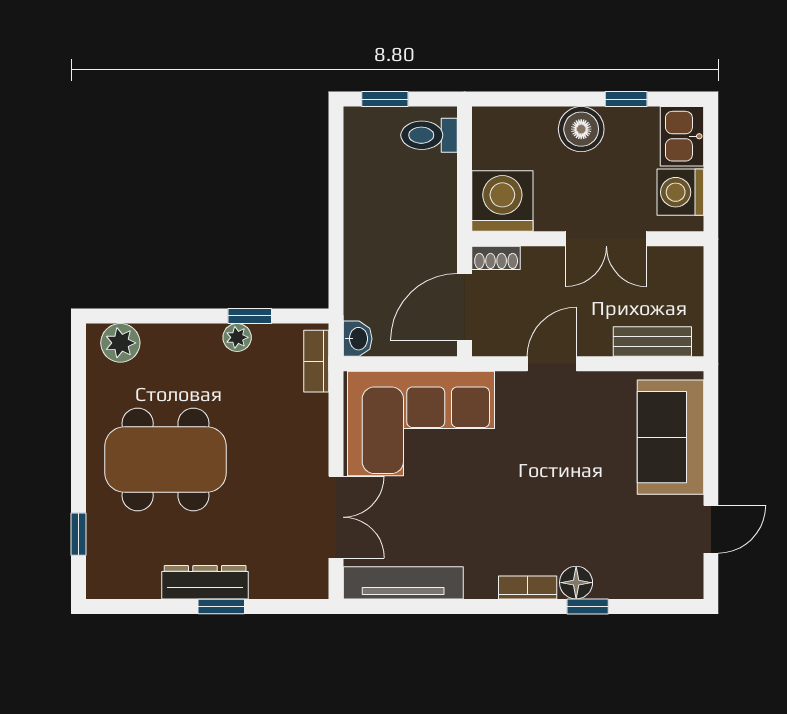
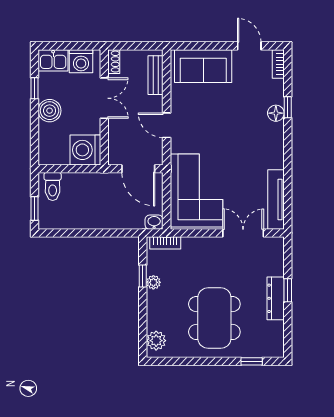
shoe rack: (496, 258) -> (114, 62), moved
bookcase: (528, 587) -> (278, 64), moved

